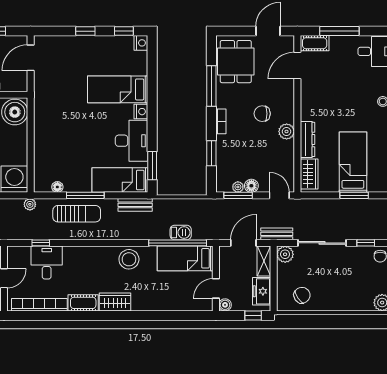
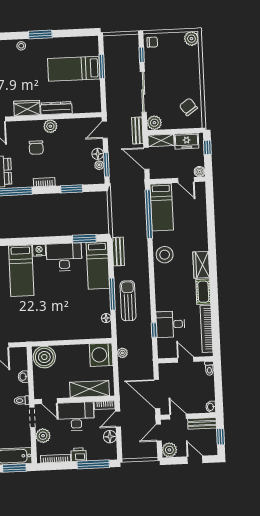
wardrobe: (309, 174) -> (27, 108), moved
plant: (30, 204) -> (122, 353), moved
barbecue: (181, 233) -> (140, 212), removed

